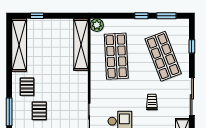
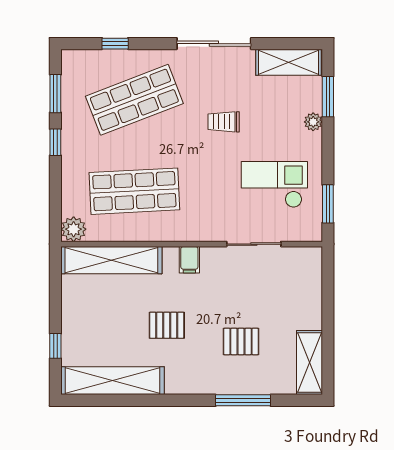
filing cabinet: (81, 84) -> (189, 260), added
pallet: (27, 87) -> (167, 325), moved

